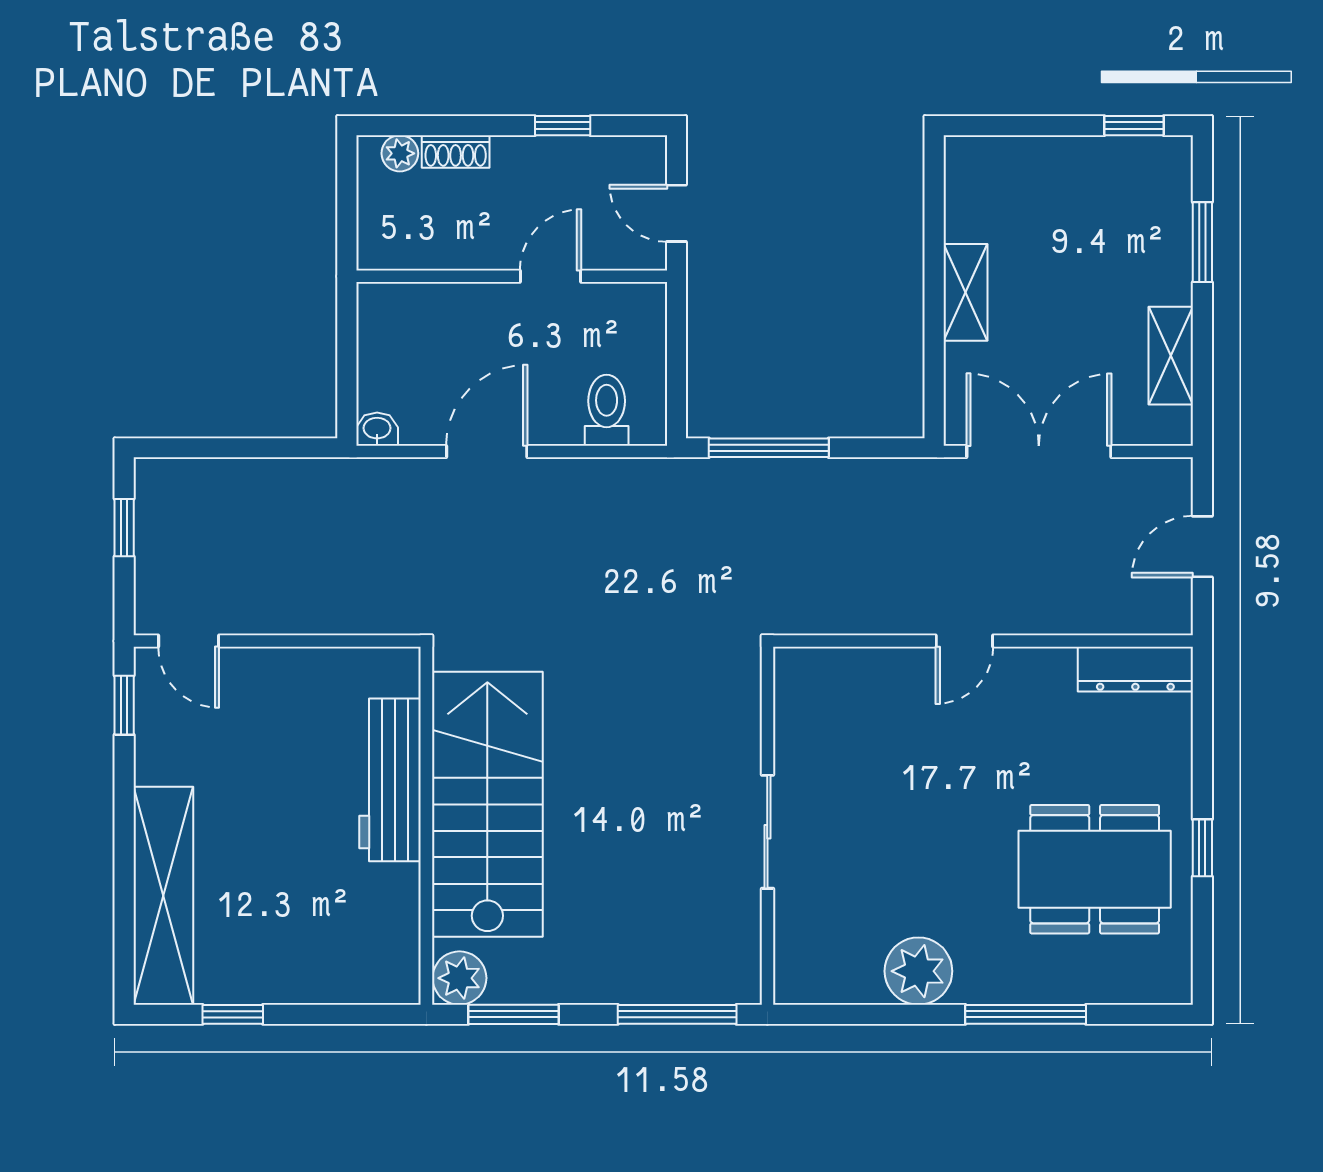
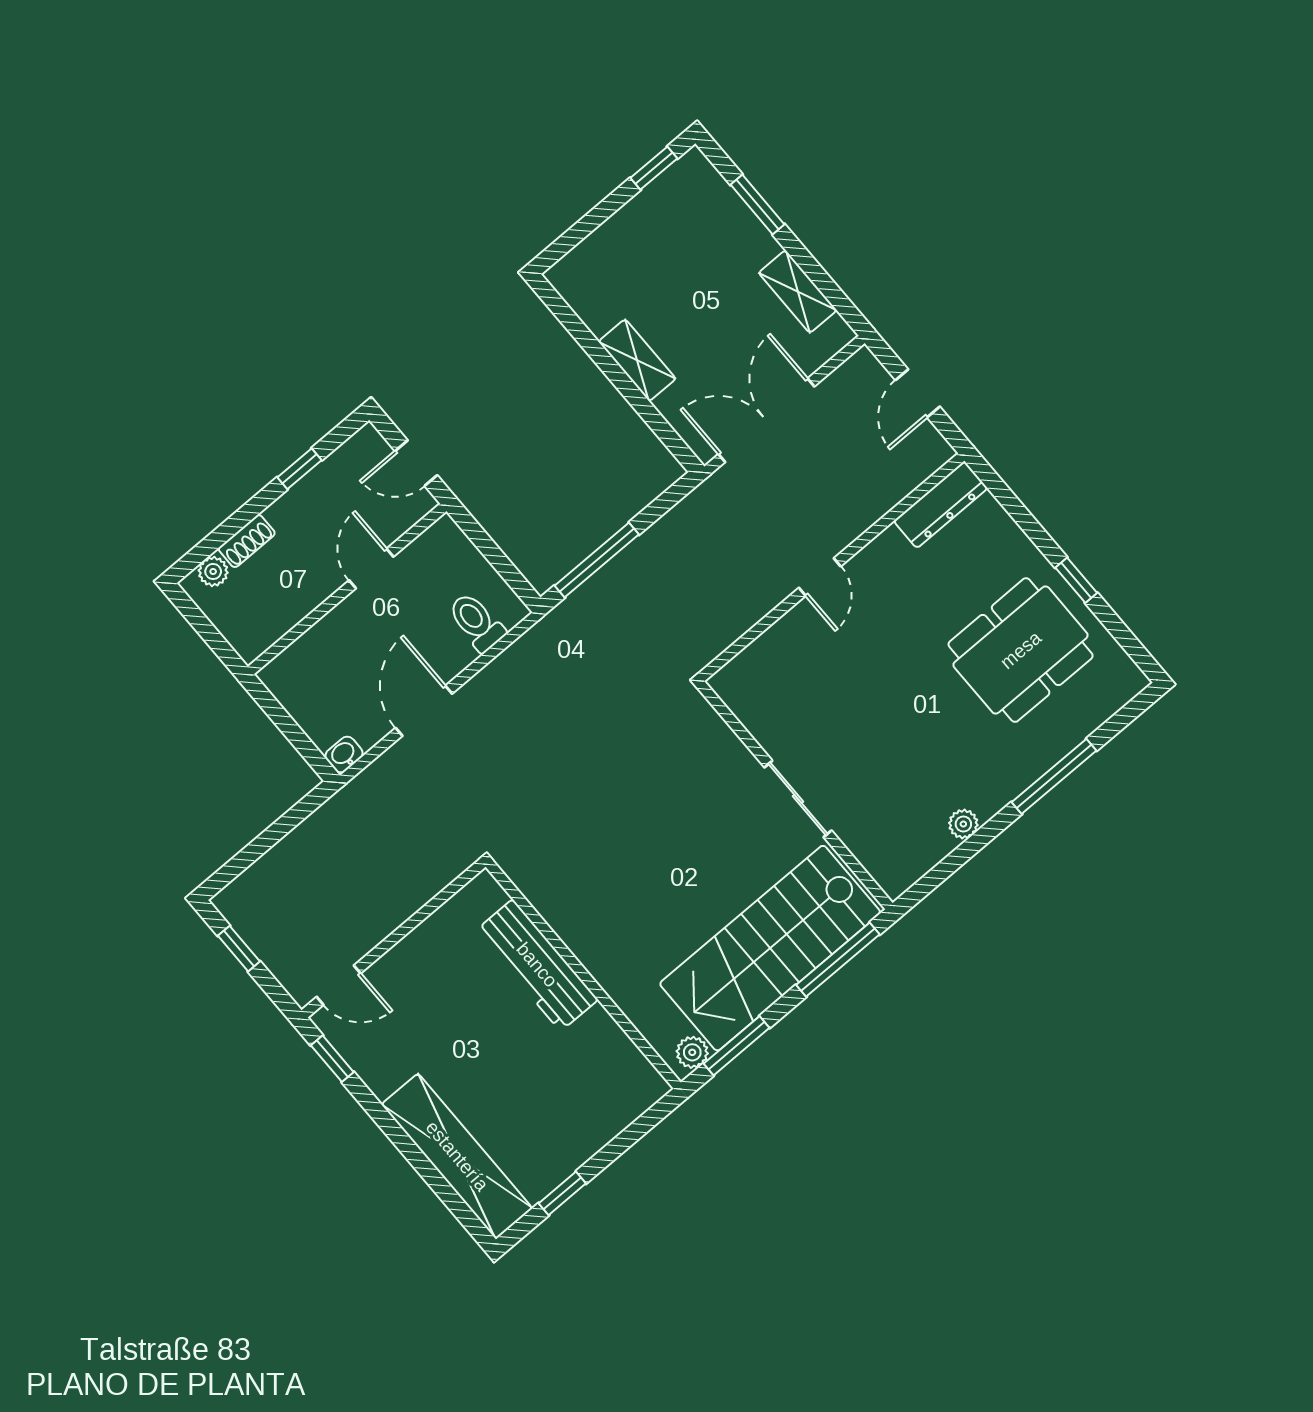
stairs: (487, 804) -> (770, 948), moved, turned -90
plant: (918, 971) -> (963, 824), width x0.53, depth x0.53
plant: (459, 978) -> (692, 1052), width x0.73, depth x0.73

